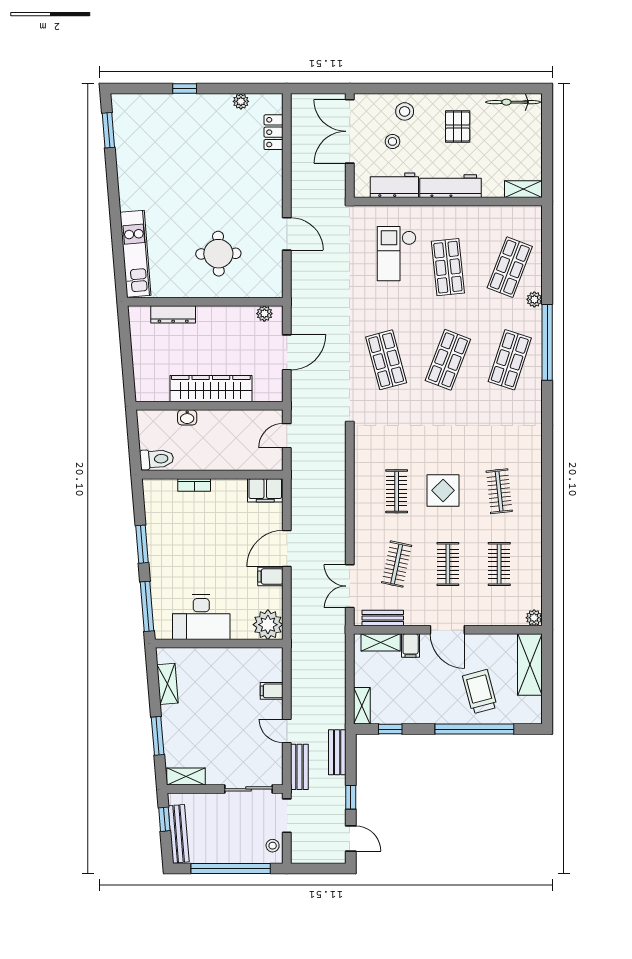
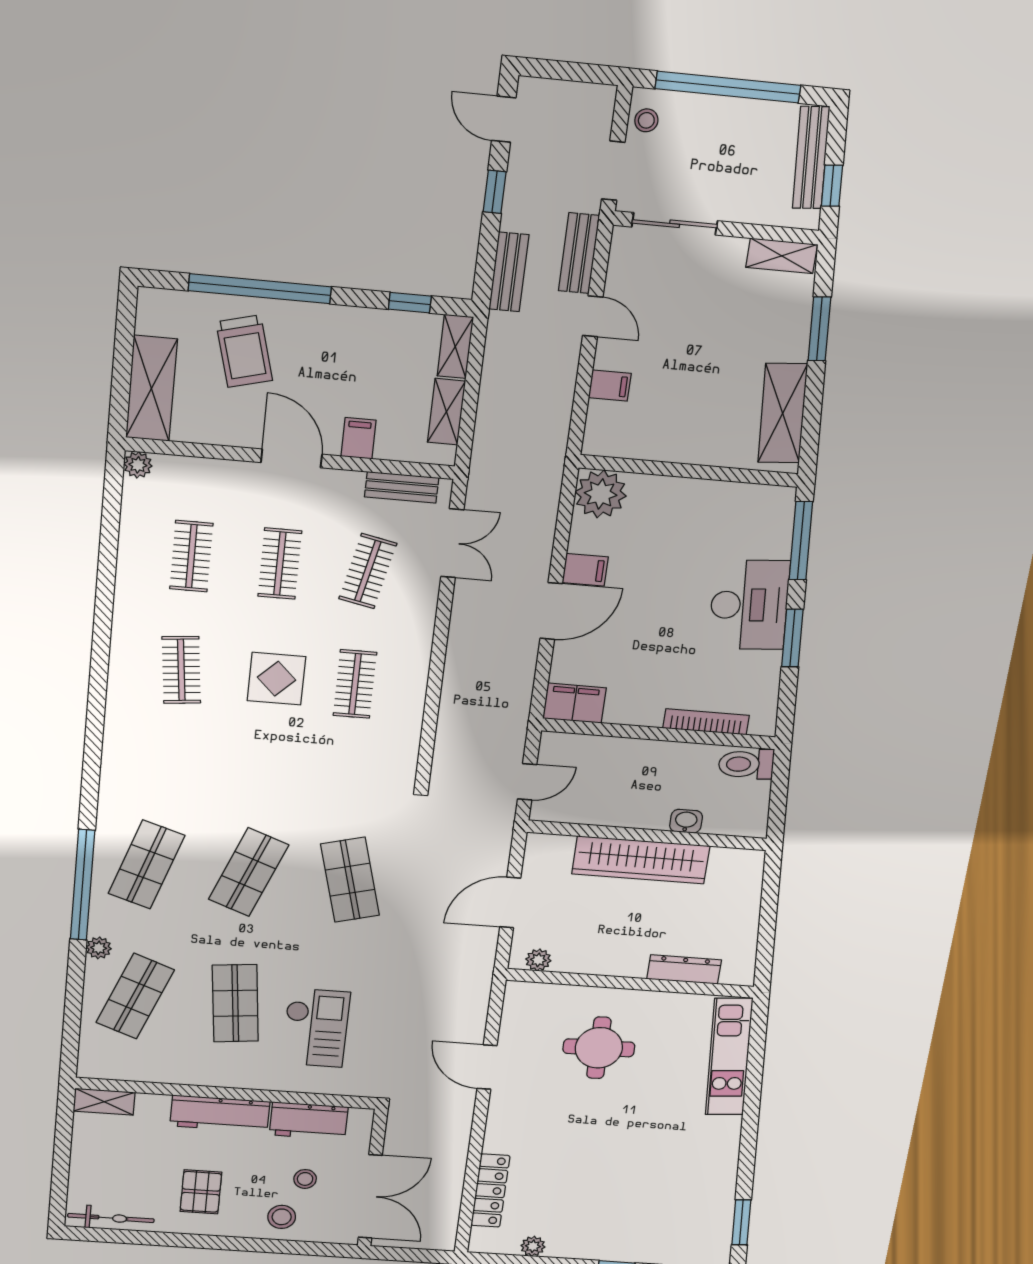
locker: (274, 132) -> (490, 1191), width x1.53
bookcase: (194, 485) -> (706, 722), width x1.56
desk: (201, 617) -> (749, 605), moved, turned 85
shelving: (381, 642) -> (446, 412), moved, turned 90
shelving: (167, 684) -> (783, 413), width x1.50, depth x1.33

